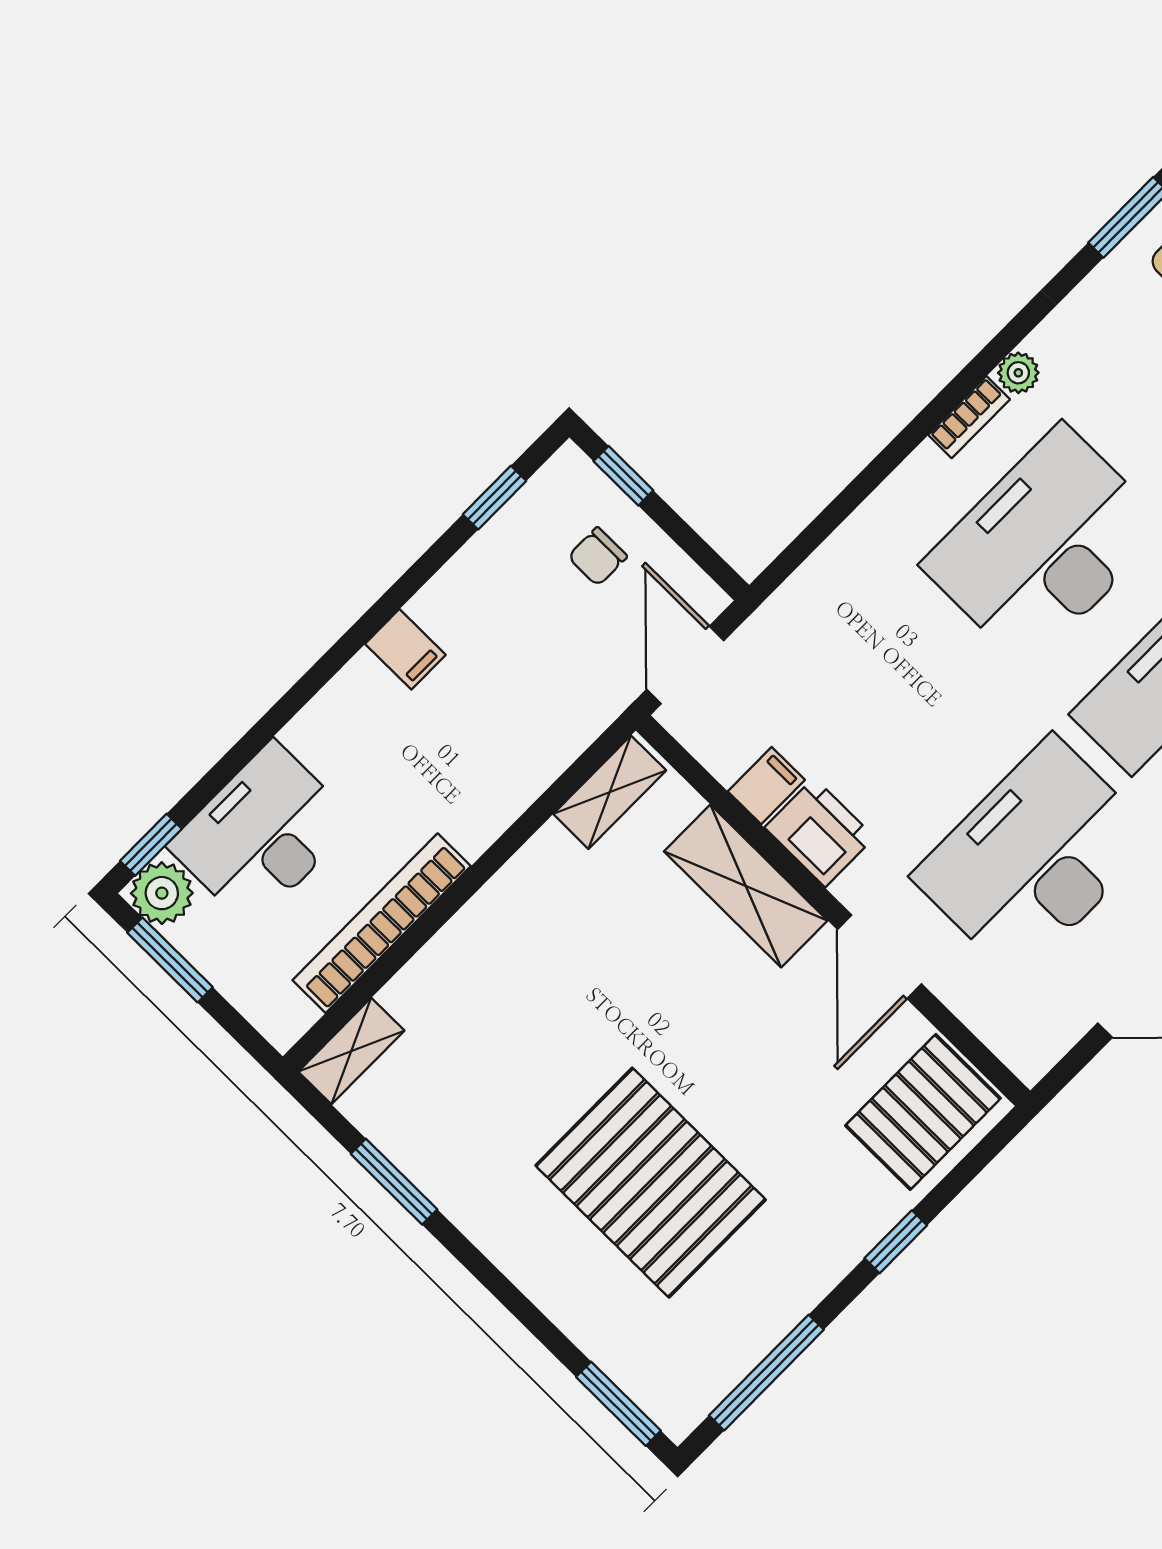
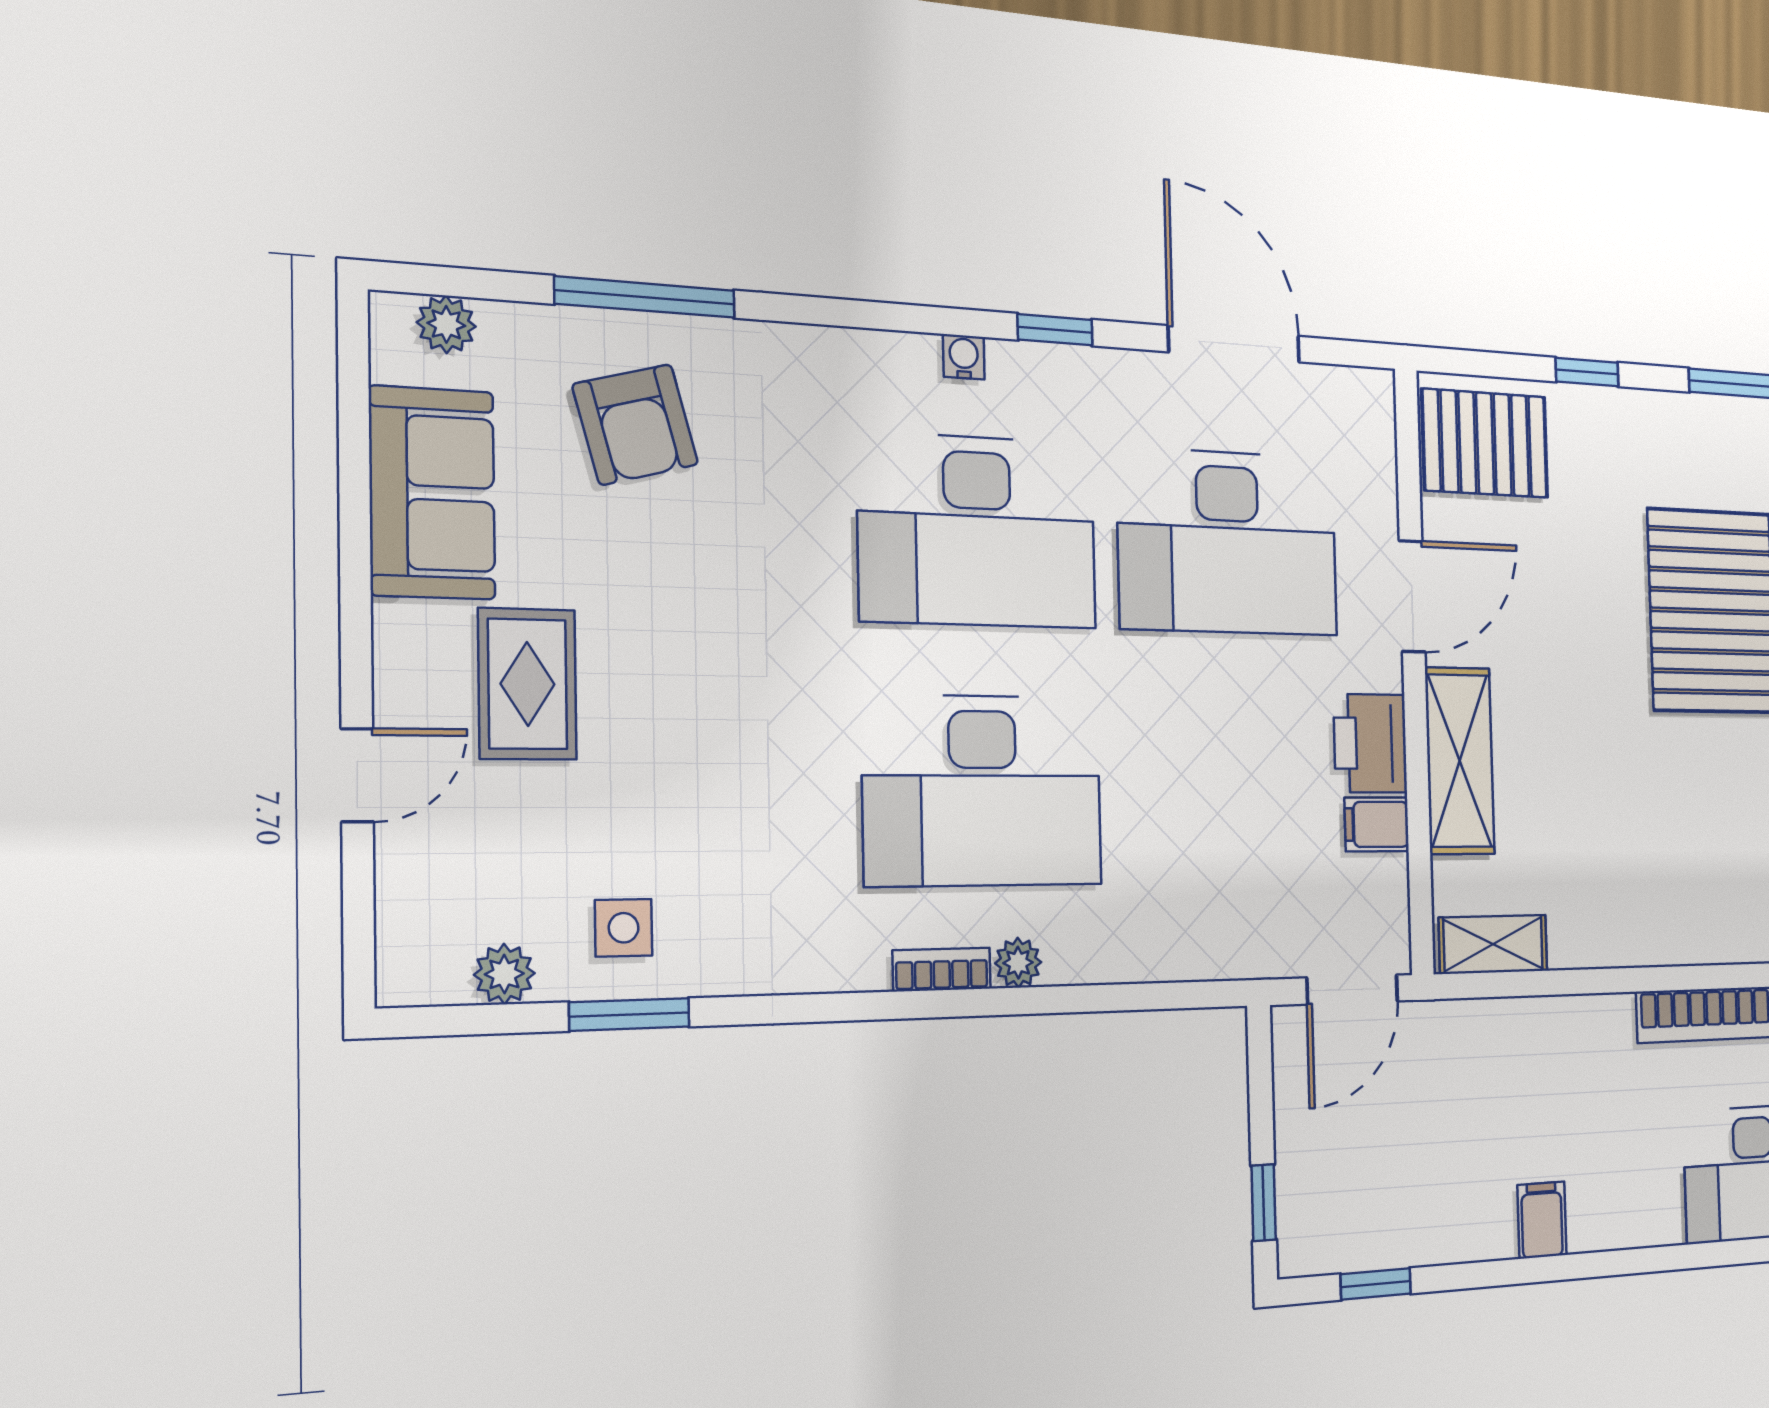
plant: (1018, 373) -> (1018, 963), moved
chair: (598, 557) -> (1341, 1152), removed

